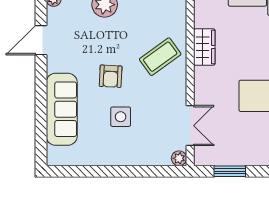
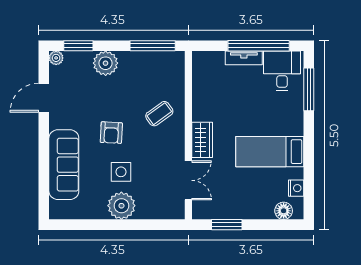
wardrobe: (204, 47) -> (202, 140), moved
coffee table: (160, 57) -> (159, 114), width x0.73, depth x0.77
plant: (179, 158) -> (121, 206), moved, width x1.87, depth x1.87

